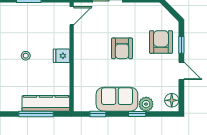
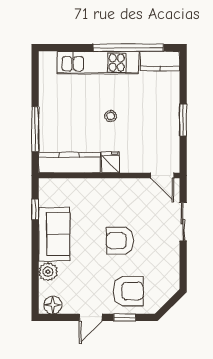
kitchen counter: (46, 103) -> (69, 163), moved, turned -90
window: (137, 114) -> (35, 260), removed

